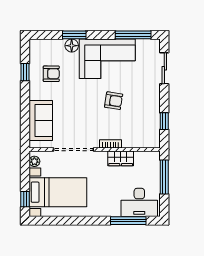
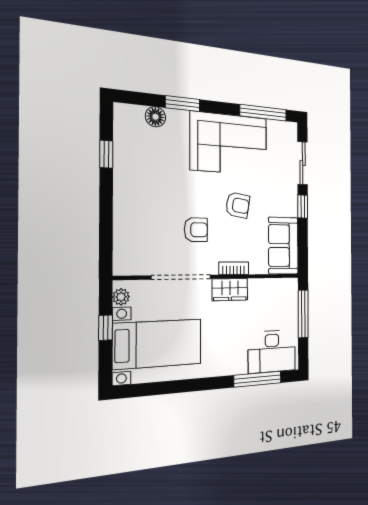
floor lamp: (72, 46) -> (155, 117), moved
armchair: (51, 74) -> (196, 230), moved
sofa: (41, 120) -> (283, 246), moved, turned 180
window: (164, 121) -> (303, 206), moved
wardrobe: (121, 158) -> (230, 290), moved
window: (25, 199) -> (106, 328), moved

